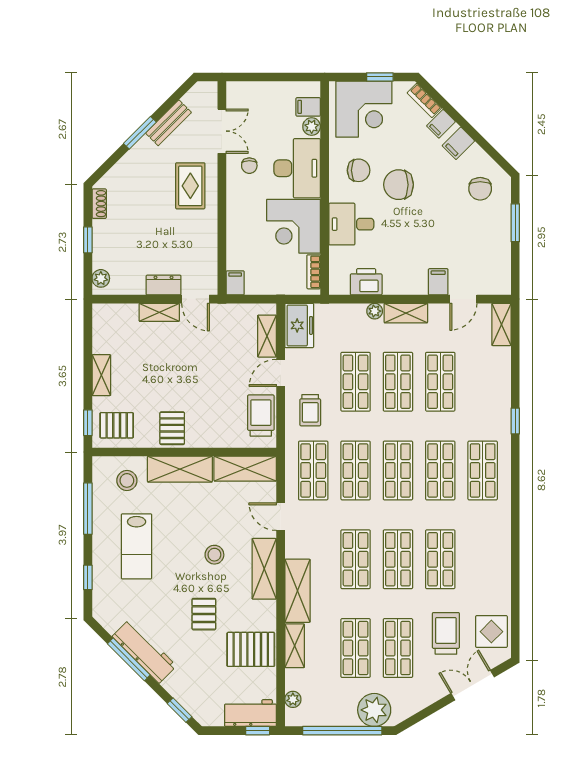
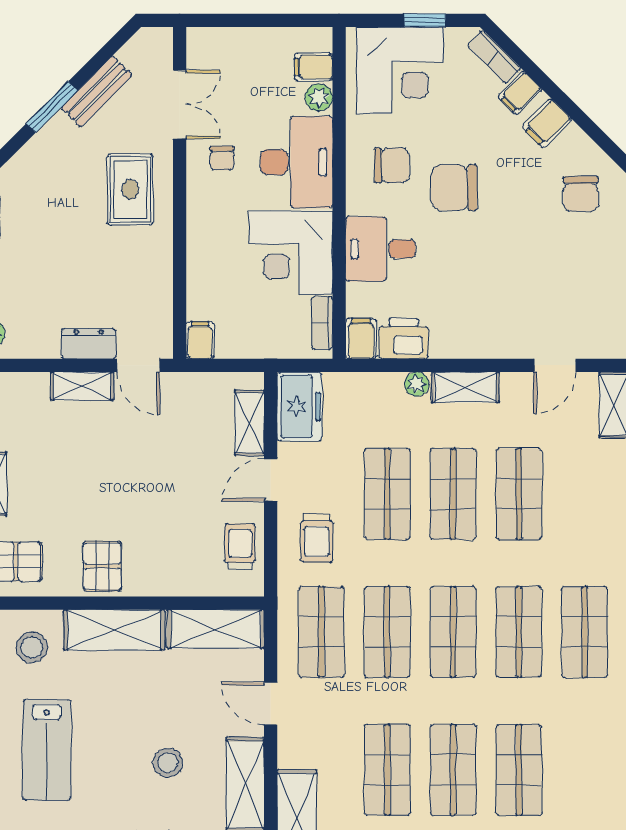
filing cabinet: (438, 282) -> (361, 339), moved
trolley: (261, 416) -> (240, 546), width x0.73, depth x0.72

